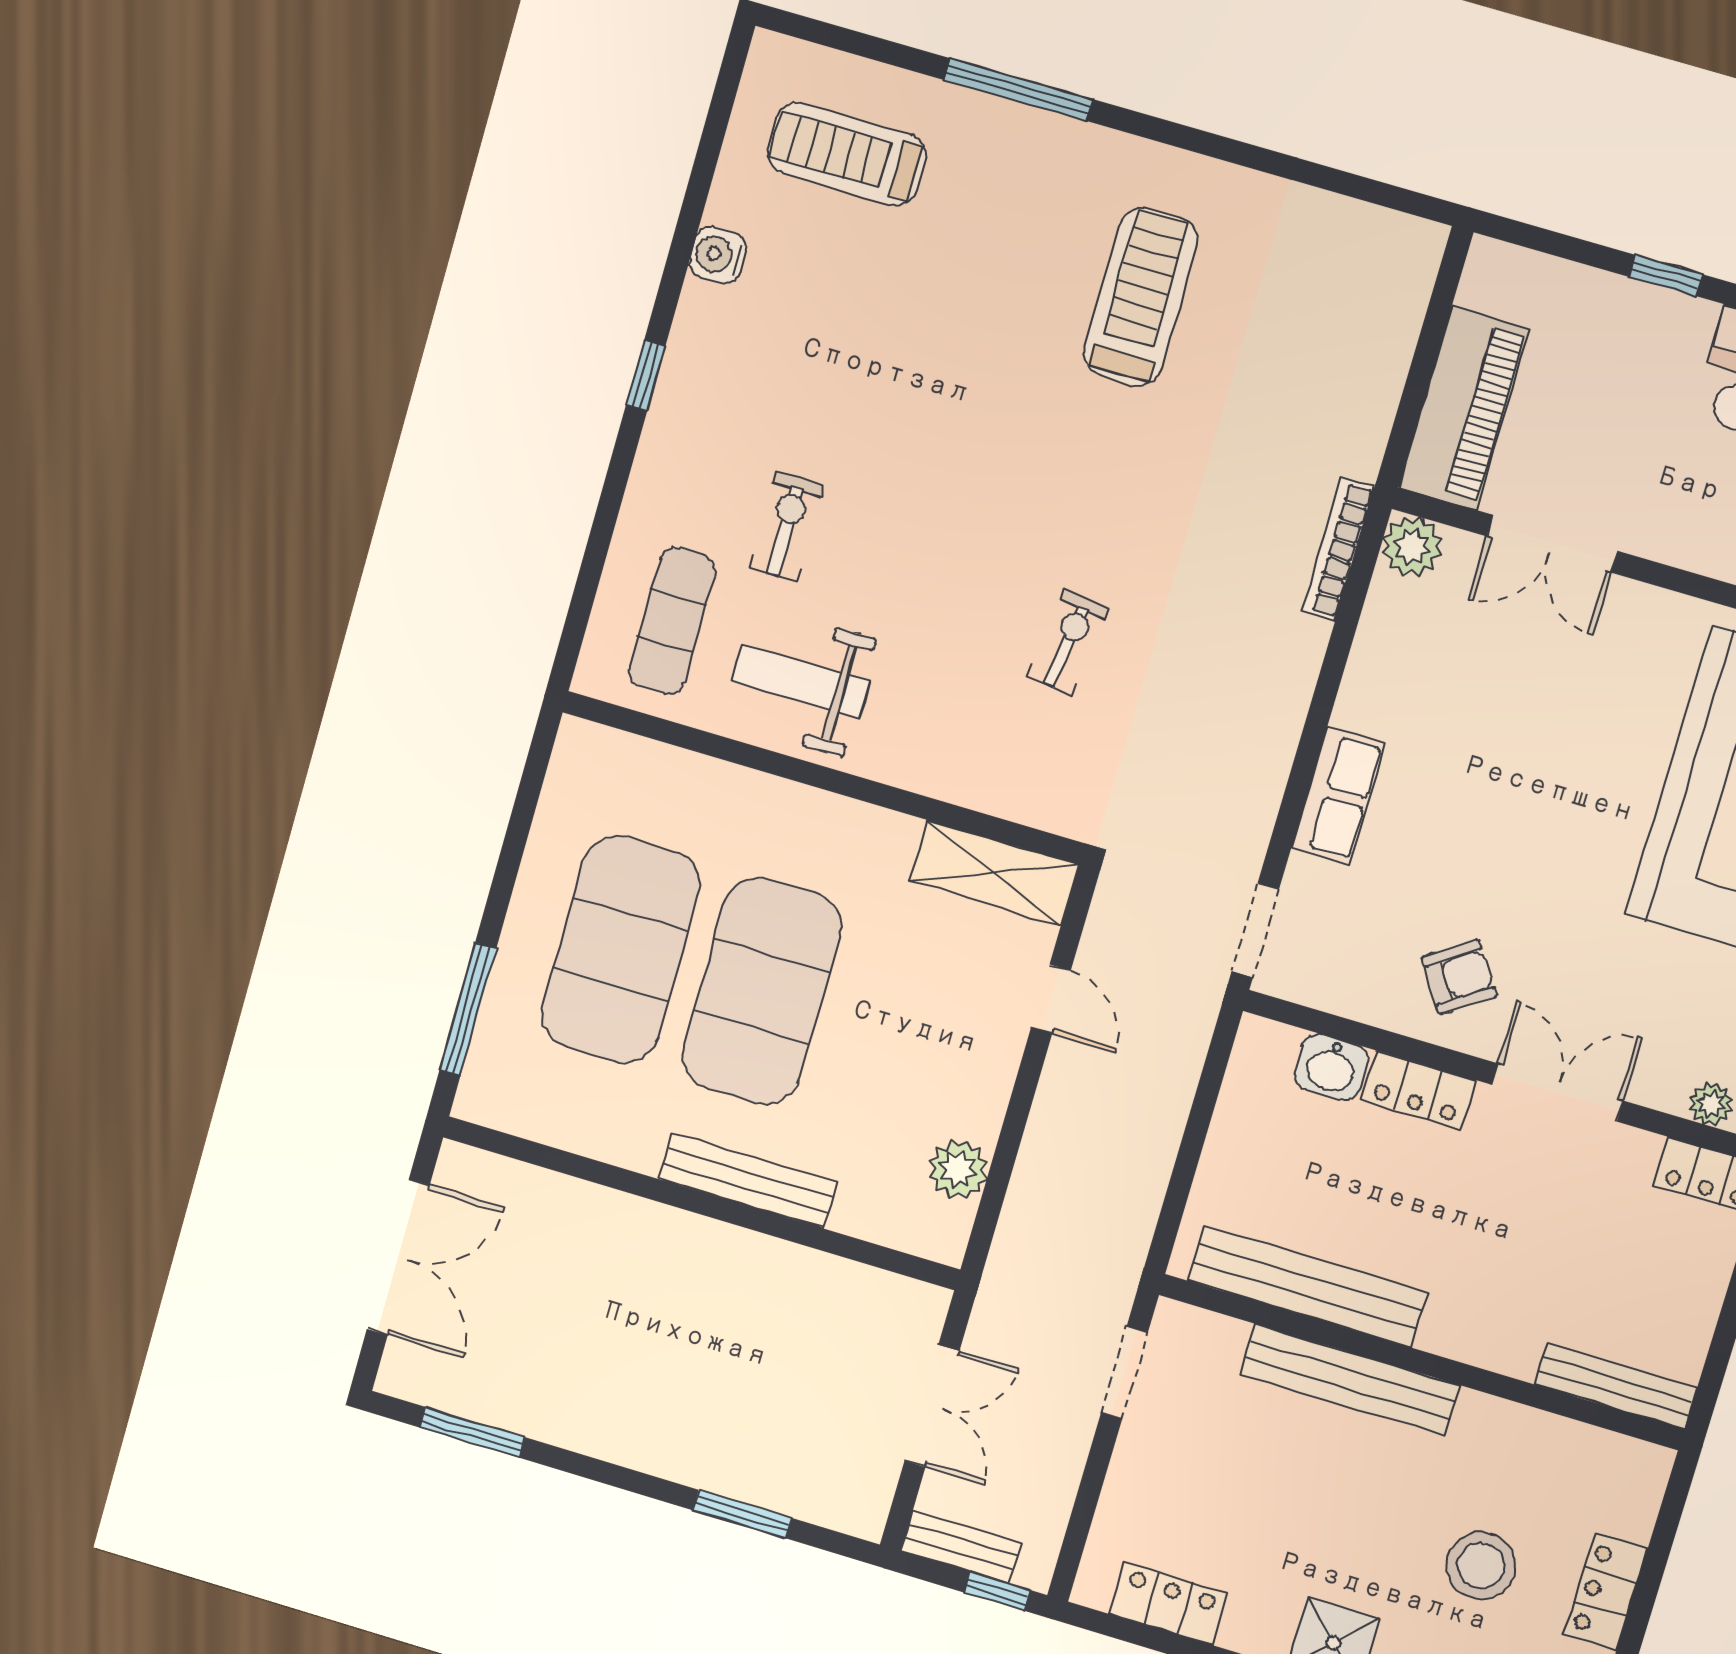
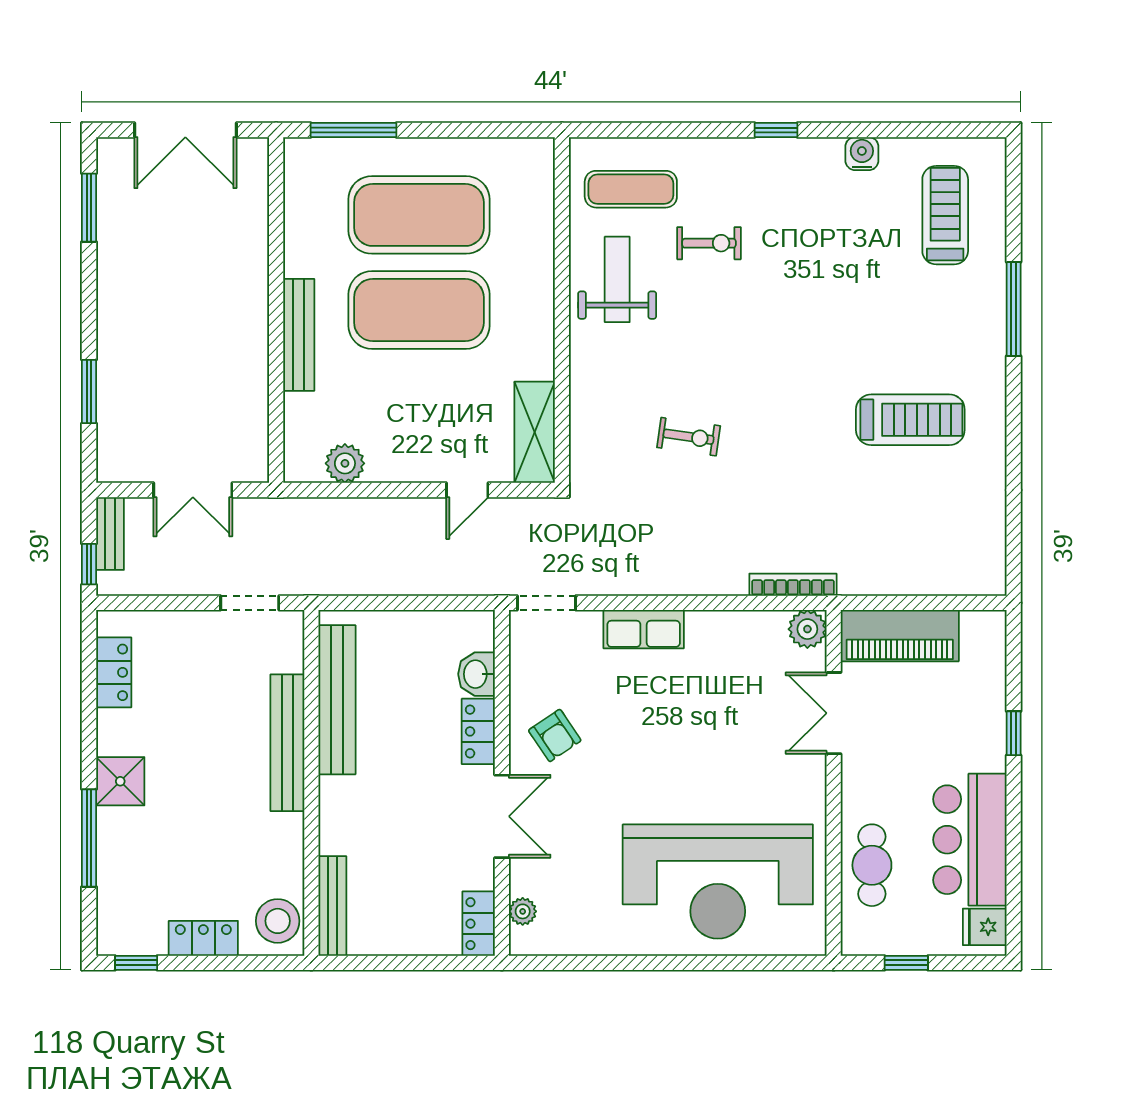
stool: (1481, 1566) -> (278, 921), moved

